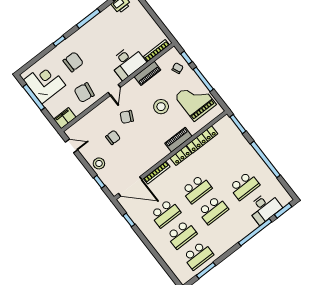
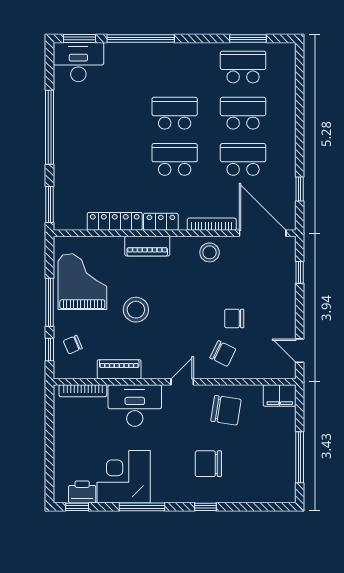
corner desk: (44, 83) -> (124, 477), moved, turned 90
grand piano: (195, 100) -> (82, 282), turned 180
chair: (127, 117) -> (223, 353), moved
stool: (99, 163) -> (210, 252), moved
school desk: (244, 186) -> (106, 113), removed
desk: (264, 208) -> (78, 62), moved

